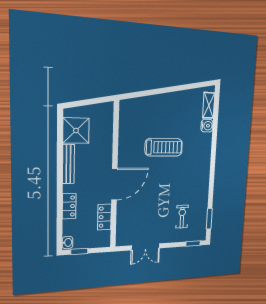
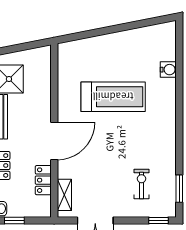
shelving: (209, 105) -> (64, 195), moved
treadmill: (164, 147) -> (113, 97), width x1.37, depth x1.38

